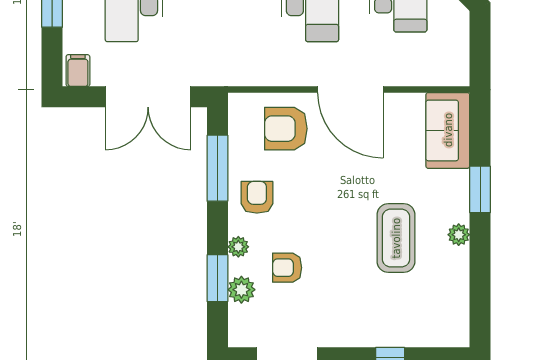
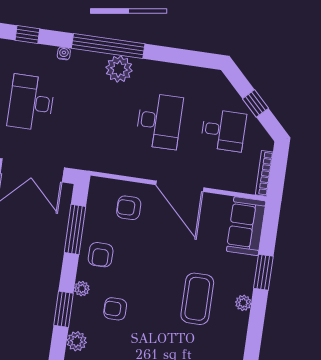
bookcase: (462, 56) -> (264, 173), added
armchair: (286, 129) -> (129, 208), width x0.72, depth x0.72
armchair: (257, 197) -> (101, 255), turned 180
plant: (241, 290) -> (77, 341), moved

